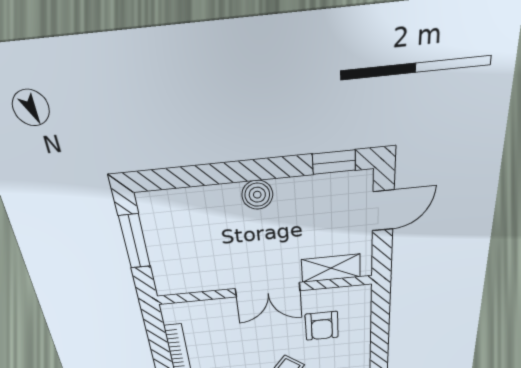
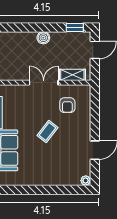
double door: (268, 290) -> (44, 83), swing flipped

